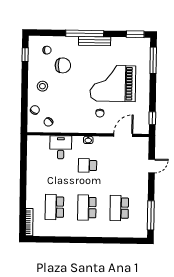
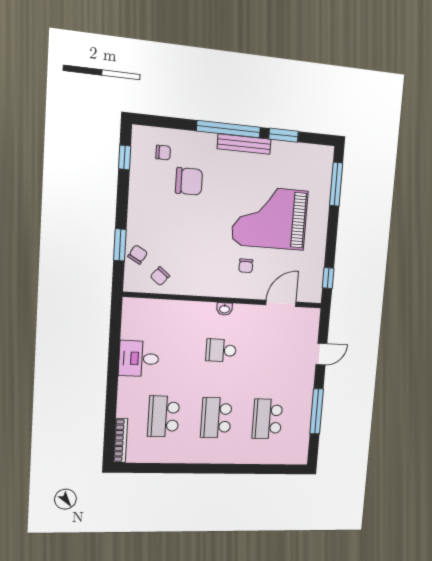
window: (135, 34) -> (284, 135), moved
stool: (42, 86) -> (153, 215), removed
window: (24, 105) -> (120, 245), added
desk: (61, 147) -> (139, 359), moved, turned -90
window: (151, 215) -> (317, 411), moved

